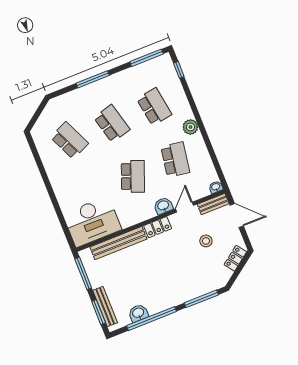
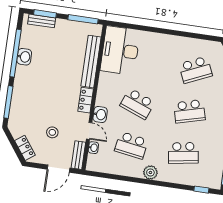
washbasin: (216, 187) -> (93, 148), moved
bench: (105, 306) -> (42, 21), width x0.73
washbasin: (138, 313) -> (24, 57), moved

